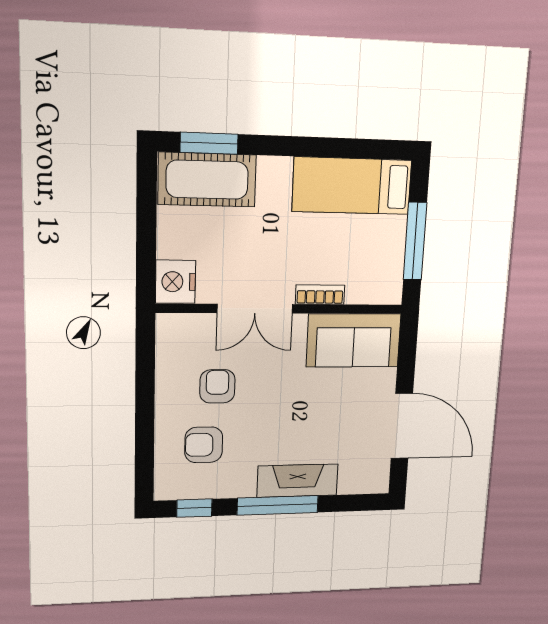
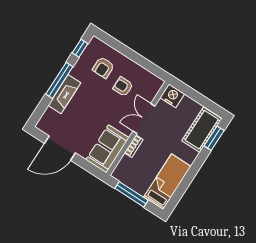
armchair: (217, 386) -> (123, 87), turned 180
armchair: (204, 445) -> (103, 68), turned 180

